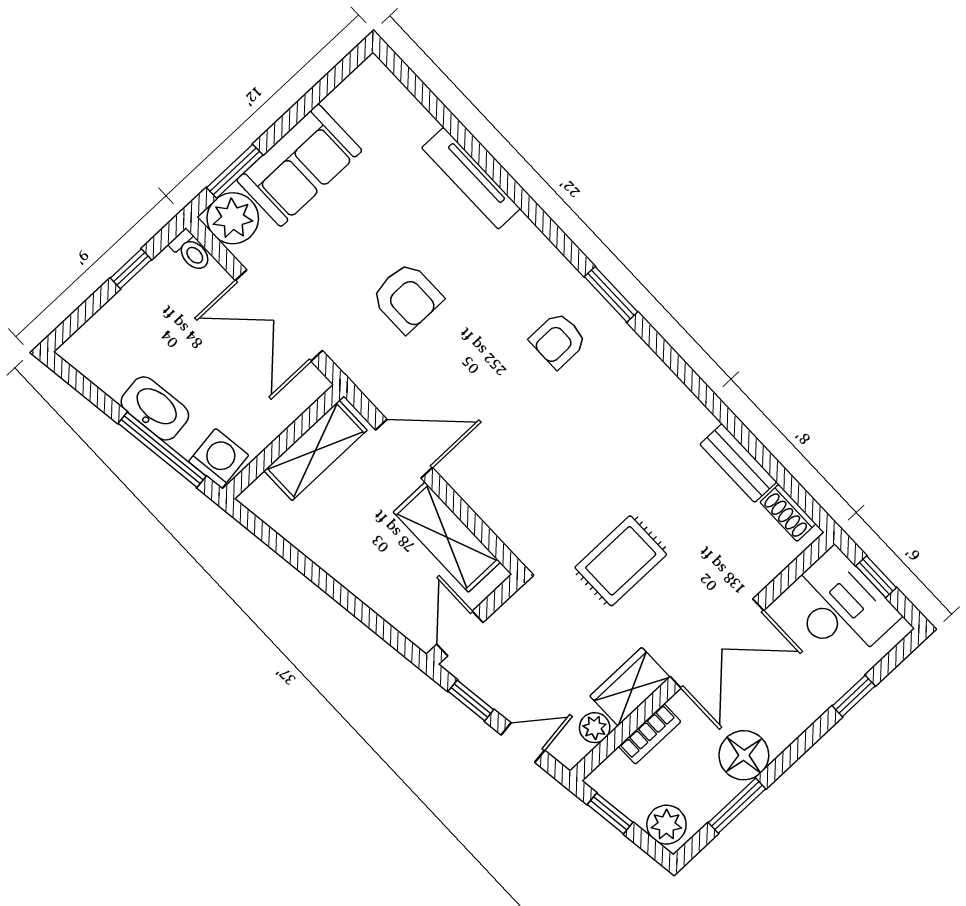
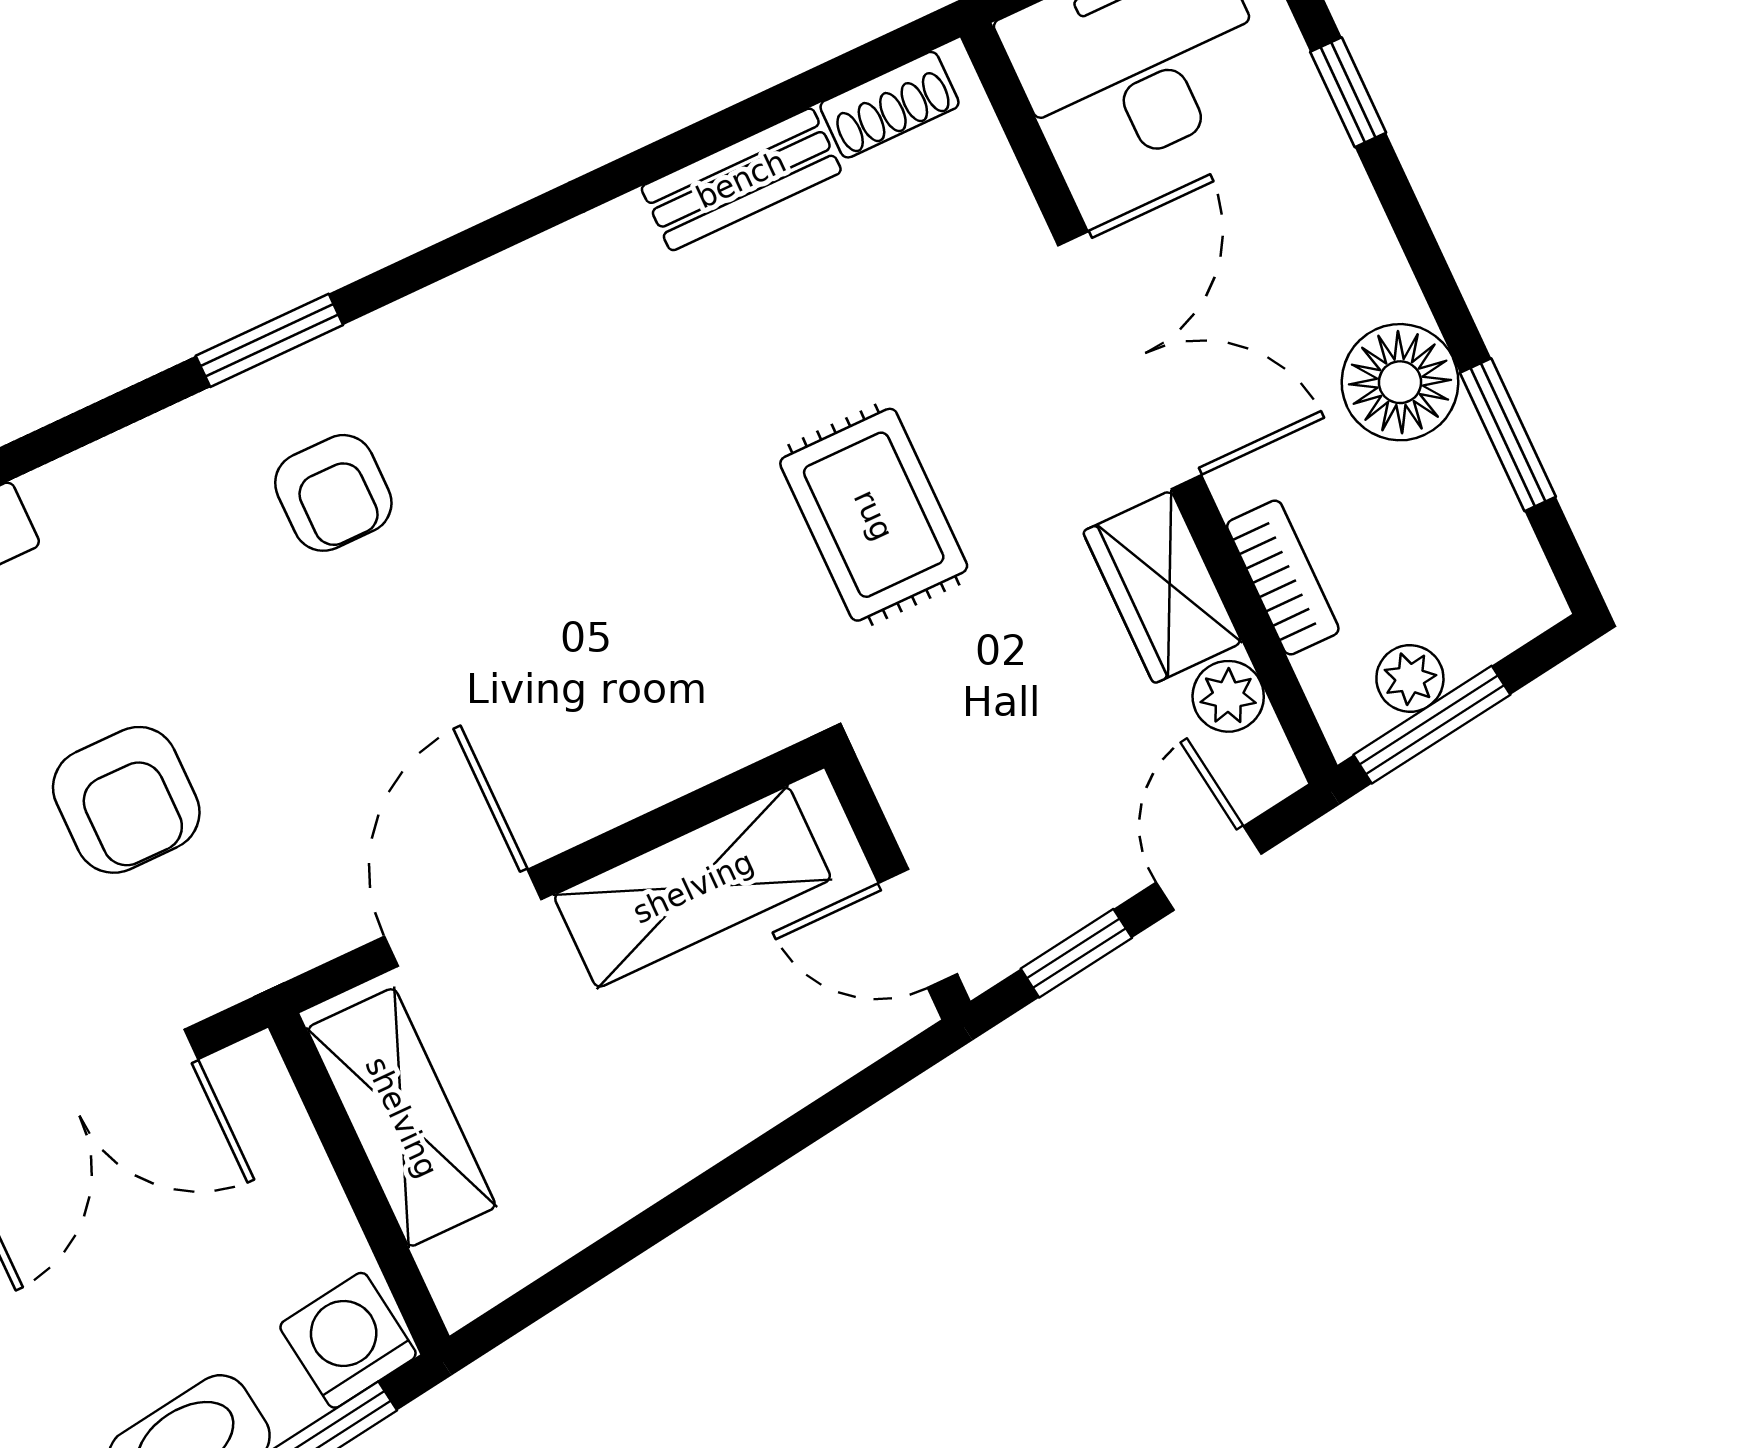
armchair: (407, 298) -> (126, 800), turned 90
window: (610, 813) -> (1432, 725), width x1.50
plant: (666, 825) -> (1410, 678), moved, width x0.73, depth x0.73

